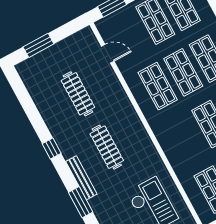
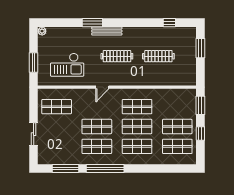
door: (108, 54) -> (102, 87), moved
window: (52, 148) -> (169, 23), moved

